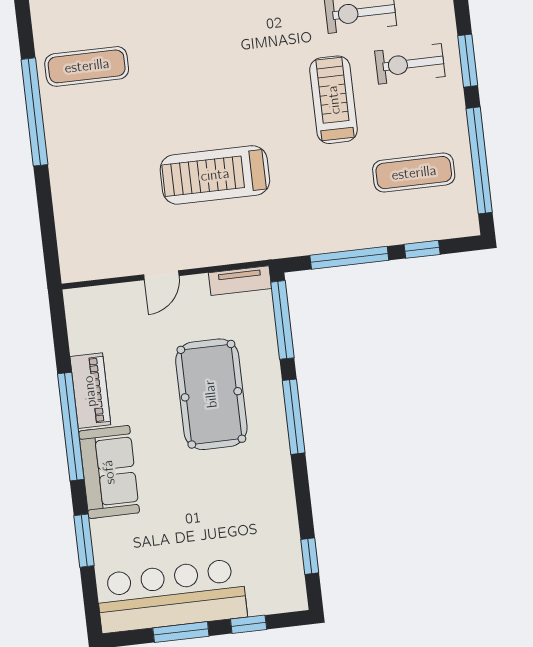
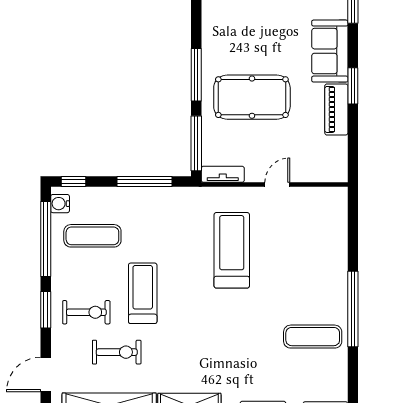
treadmill: (334, 100) -> (143, 293), turned 180
treadmill: (215, 175) -> (232, 250), turned -90
water cooler: (465, 213) -> (60, 204), added
window: (422, 249) -> (73, 181), moved
pool table: (211, 394) -> (252, 97), turned 90
window: (71, 427) -> (353, 86), width x0.47

